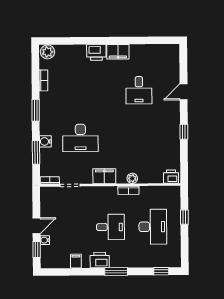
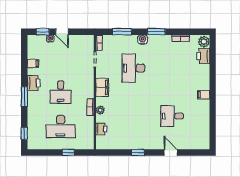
printer: (96, 52) -> (203, 56), moved
filing cabinet: (118, 52) -> (204, 95), width x0.50
water cooler: (45, 141) -> (143, 39), moved
printer: (171, 177) -> (101, 129), moved

